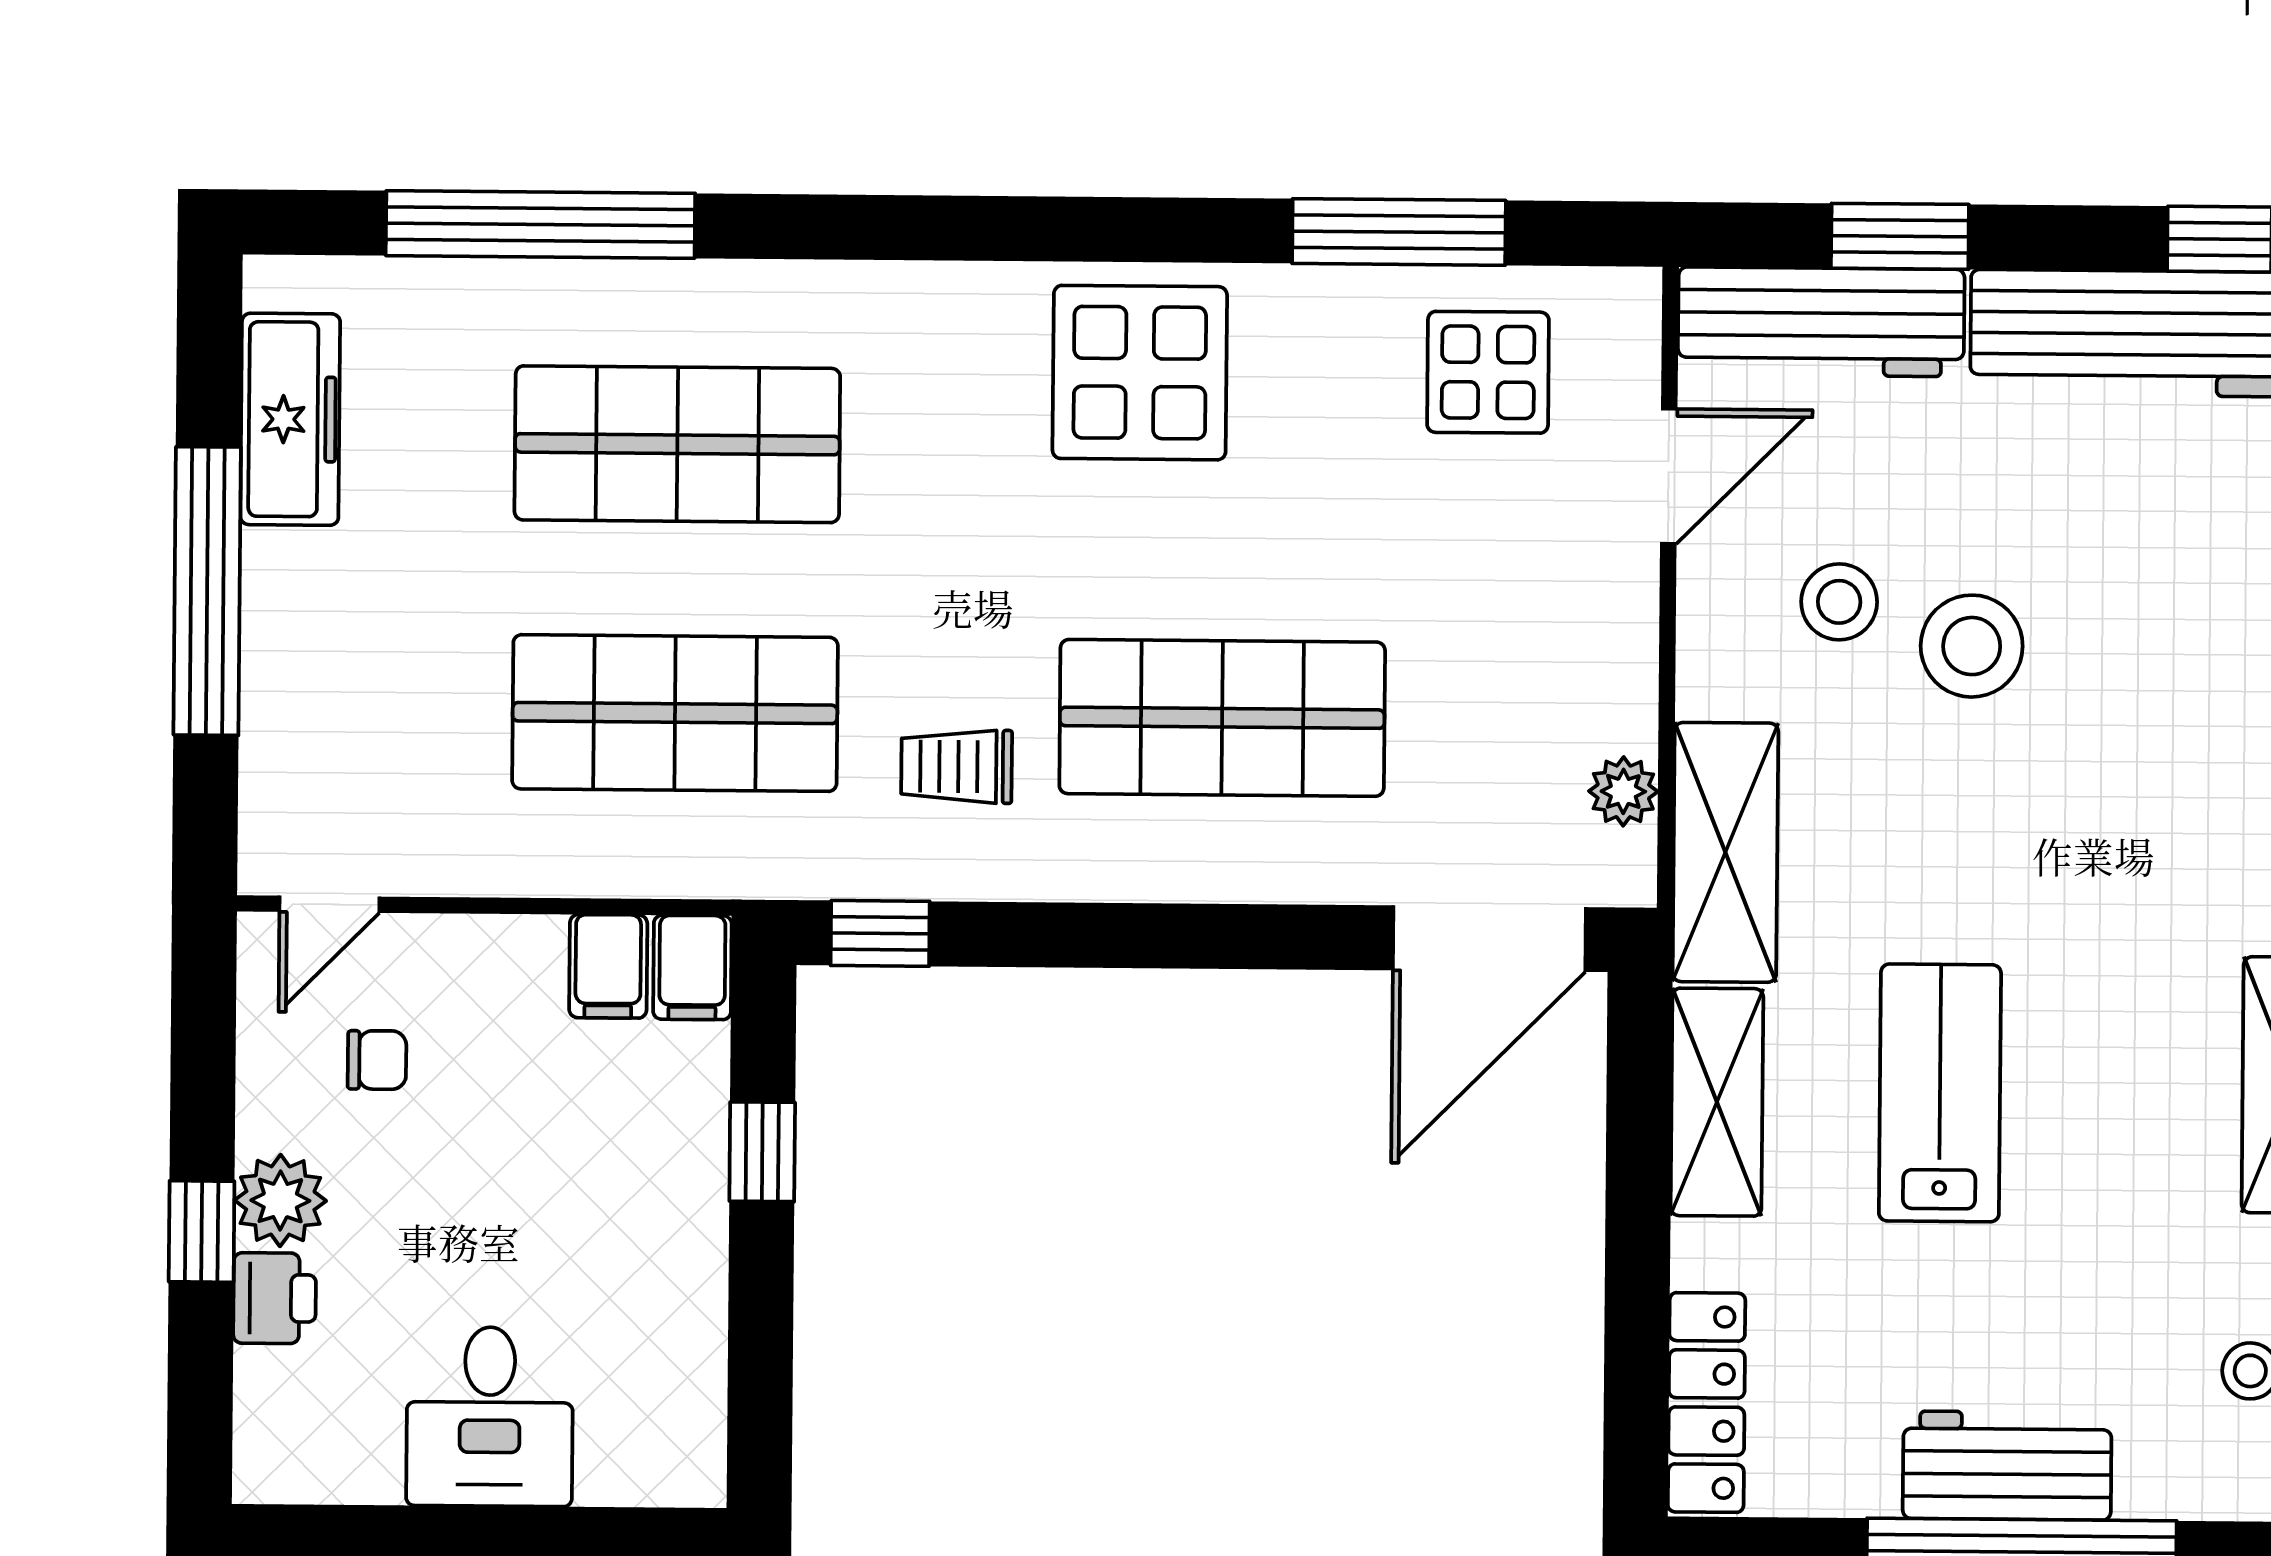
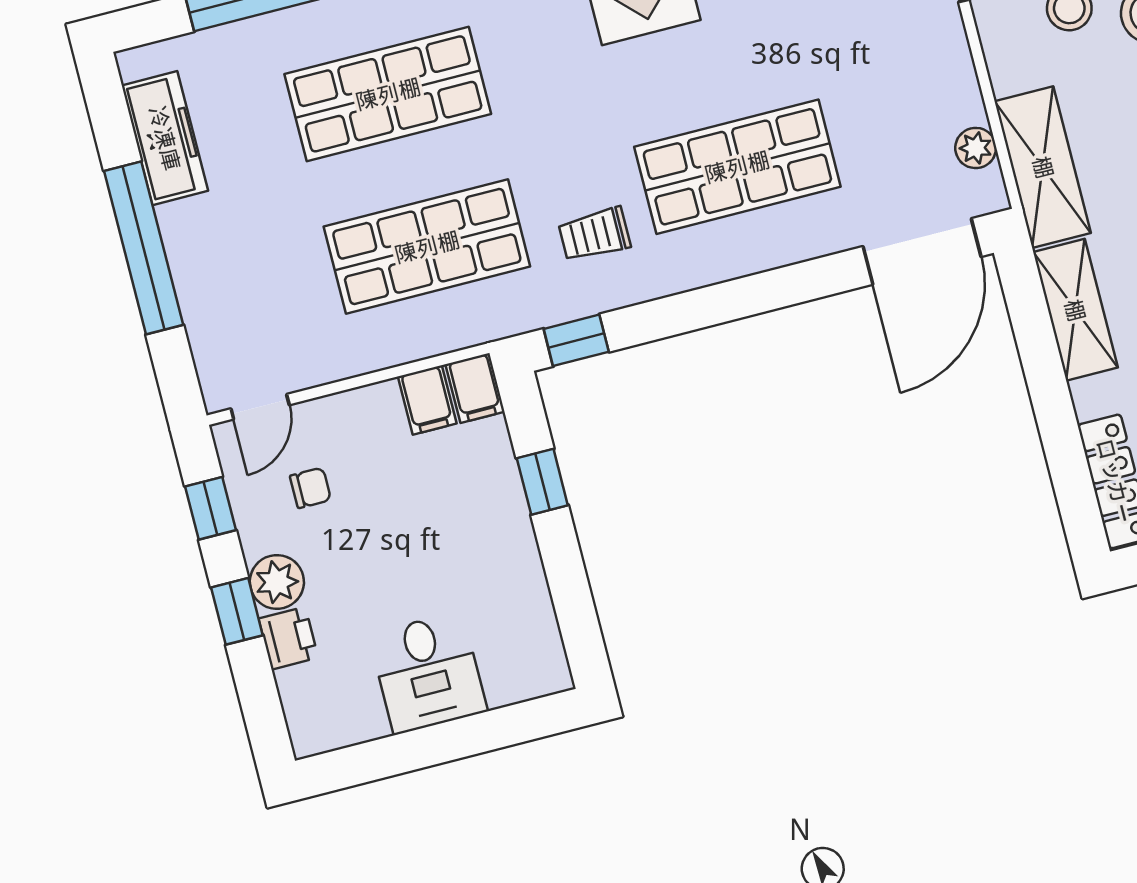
window: (203, 1050) -> (211, 508), added

